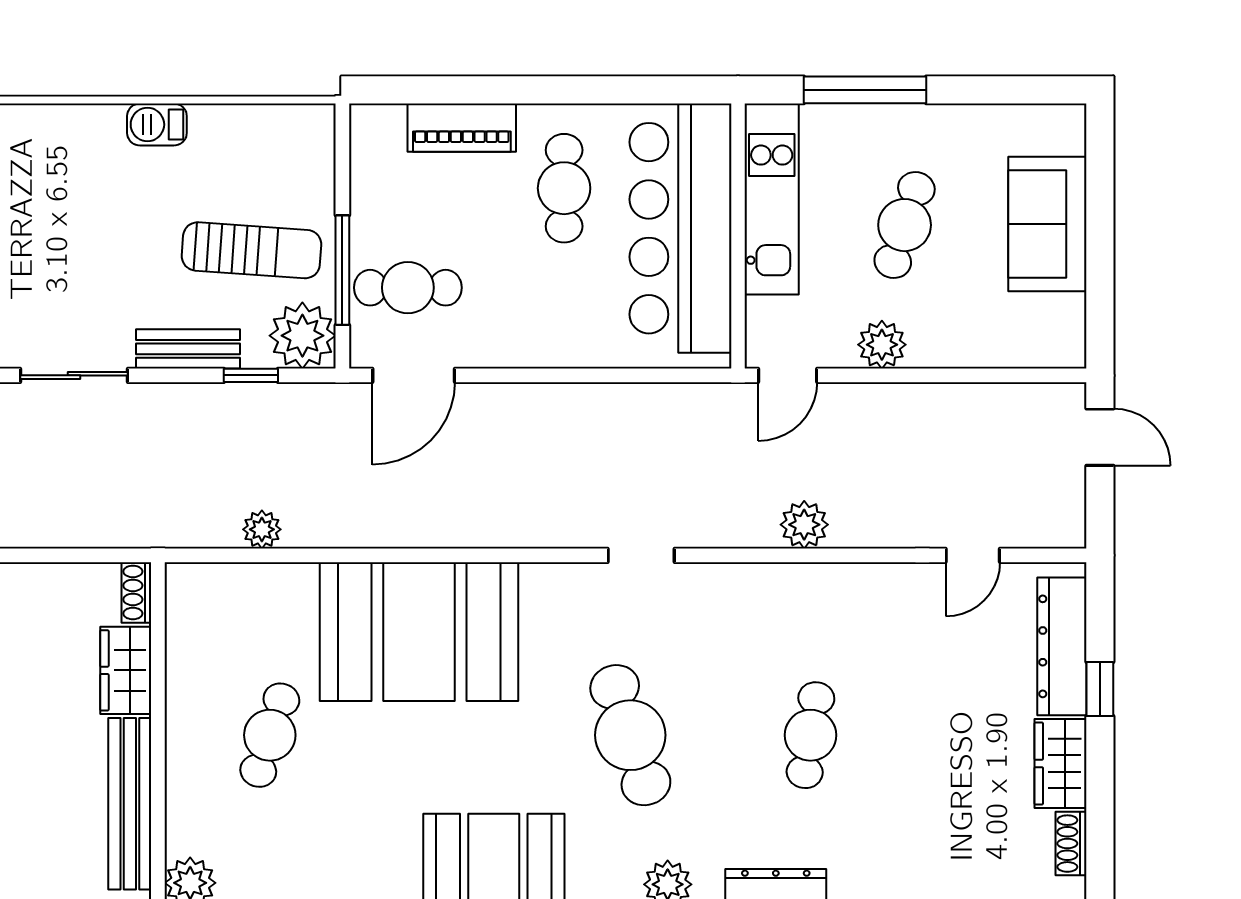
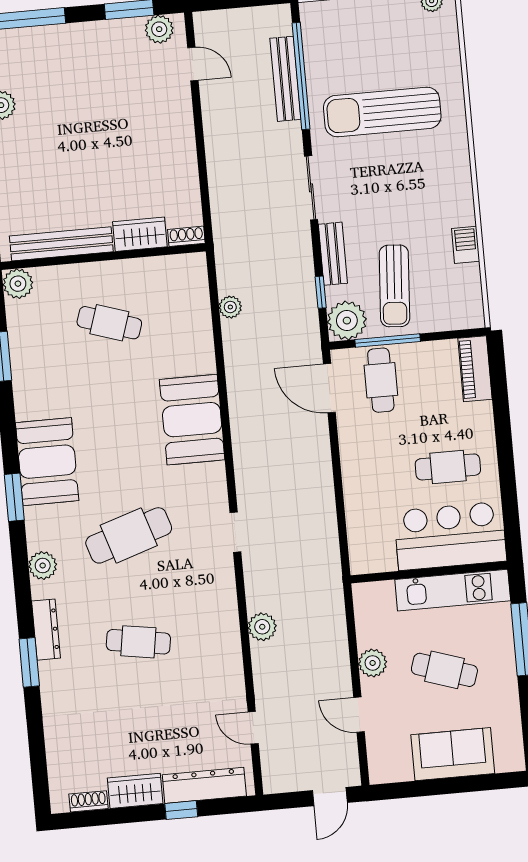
barbecue: (157, 125) -> (466, 245), moved
piano: (462, 128) -> (475, 369), moved
bar counter: (680, 228) -> (450, 536), width x0.73
door: (788, 375) -> (359, 715), moved
booth: (419, 632) -> (192, 420), width x0.73, depth x0.70

